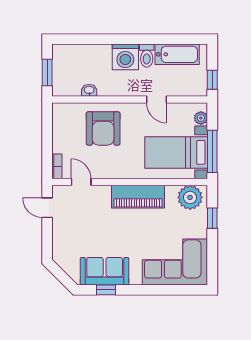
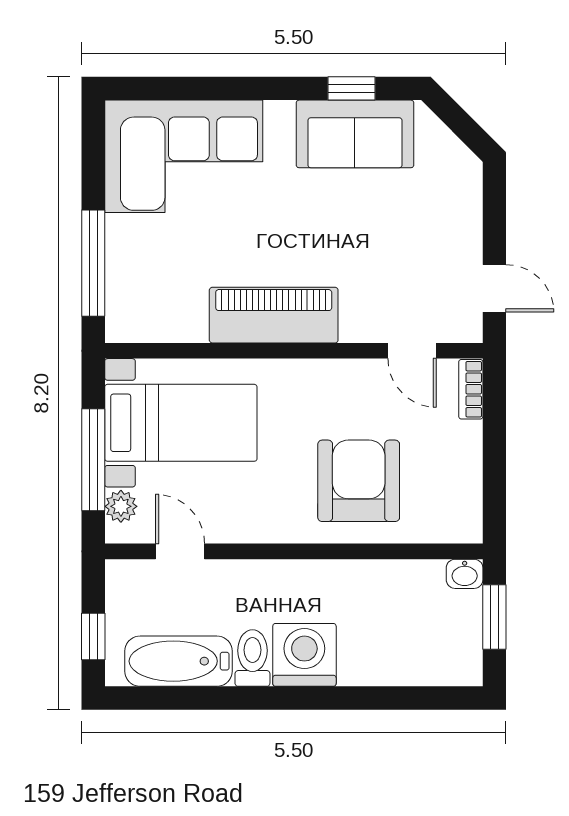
window: (212, 80) -> (93, 637), moved
washbasin: (89, 90) -> (465, 574), moved
door: (157, 99) -> (180, 551), moved
window: (212, 151) -> (93, 460), moved
plant: (190, 197) -> (147, 313), removed
window: (212, 218) -> (93, 263), width x2.17

